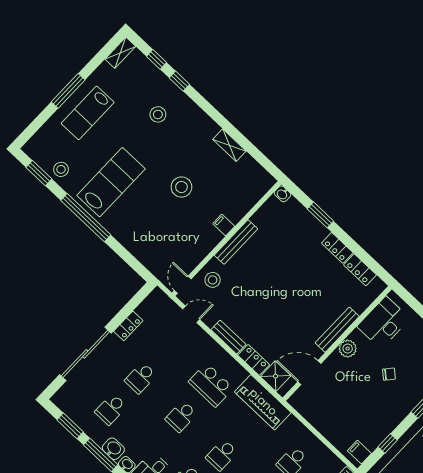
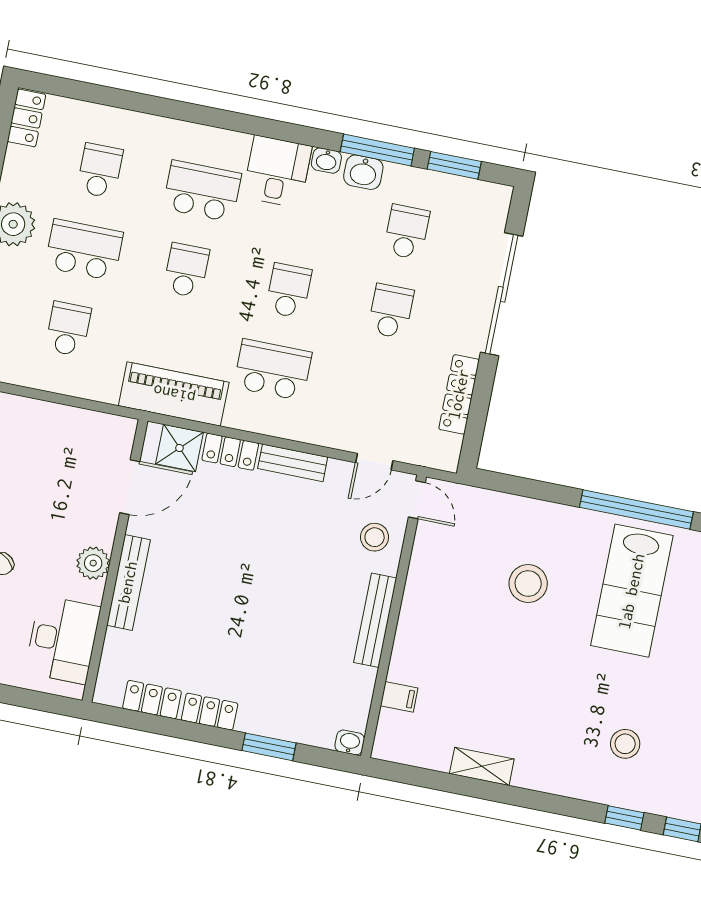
stool: (181, 187) -> (528, 583), moved
filing cabinet: (224, 225) -> (399, 697), moved
locker: (128, 326) -> (459, 394), width x1.53

